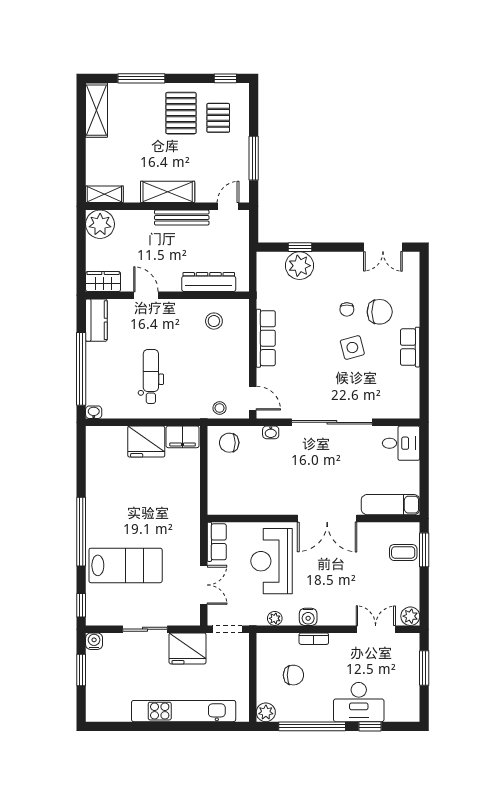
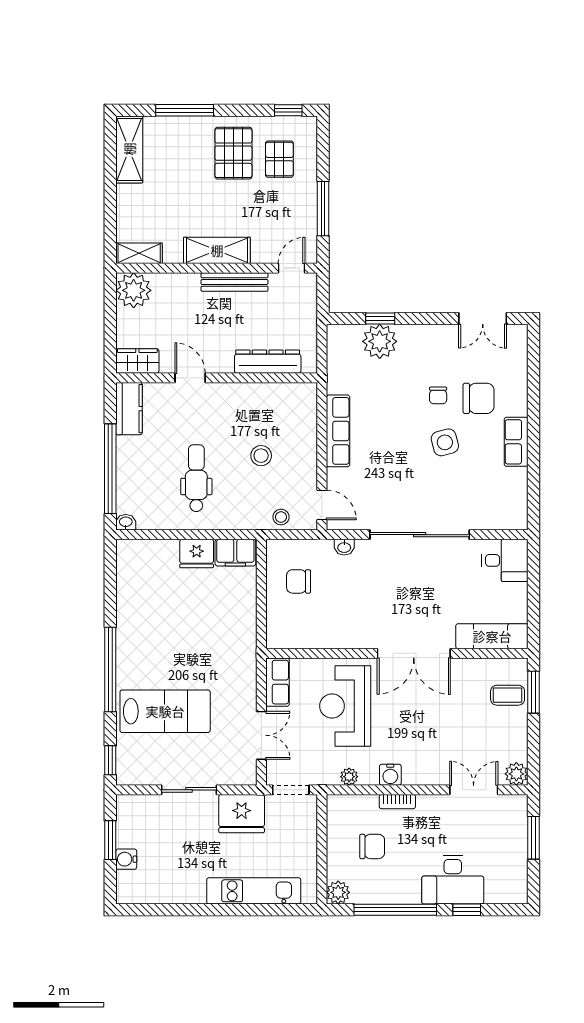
stool: (214, 321) -> (261, 456), moved
fridge: (146, 442) -> (197, 554), width x0.73, depth x0.75
chair: (229, 443) -> (299, 581), moved
water cooler: (94, 641) -> (126, 859), moved, turned -90
kitchen unit: (184, 711) -> (254, 891), width x0.73

